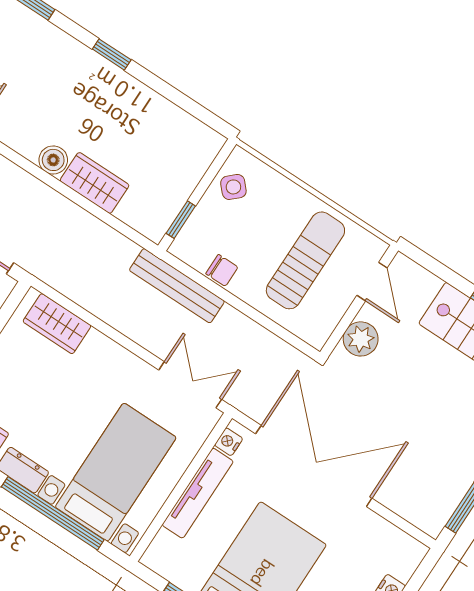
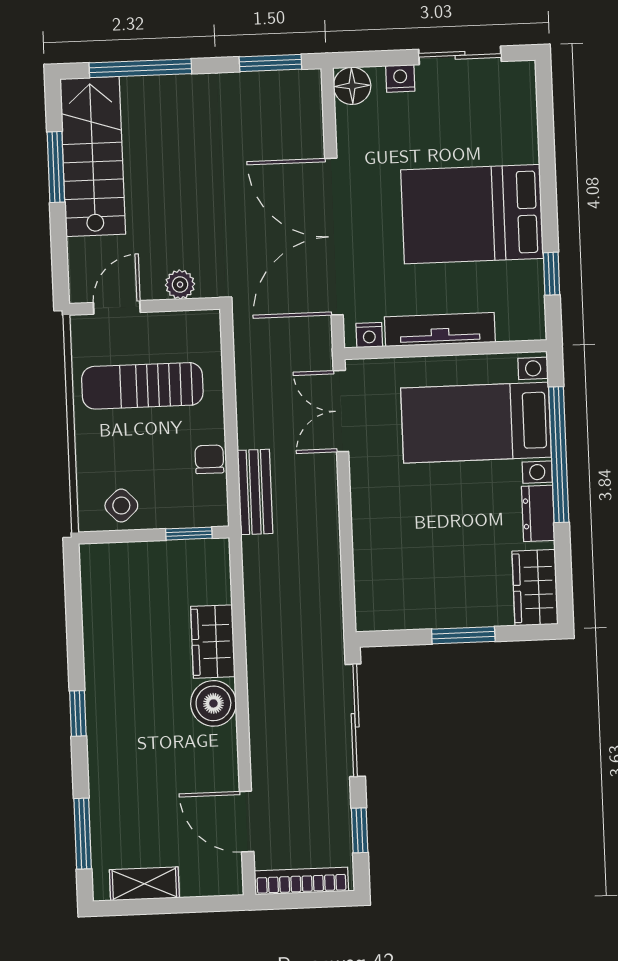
boiler: (53, 160) -> (213, 703), width x1.36, depth x1.36
bench: (177, 286) -> (255, 492), width x0.73
wardrobe: (57, 324) -> (374, 581), removed
plant: (361, 339) -> (180, 285), width x0.73, depth x0.73
floor lamp: (409, 553) -> (352, 86), added

